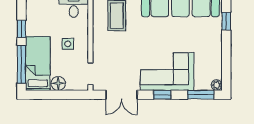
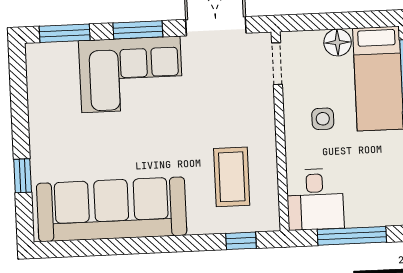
plant: (217, 85) -> (35, 53), removed
window: (162, 95) -> (138, 30), width x1.50

